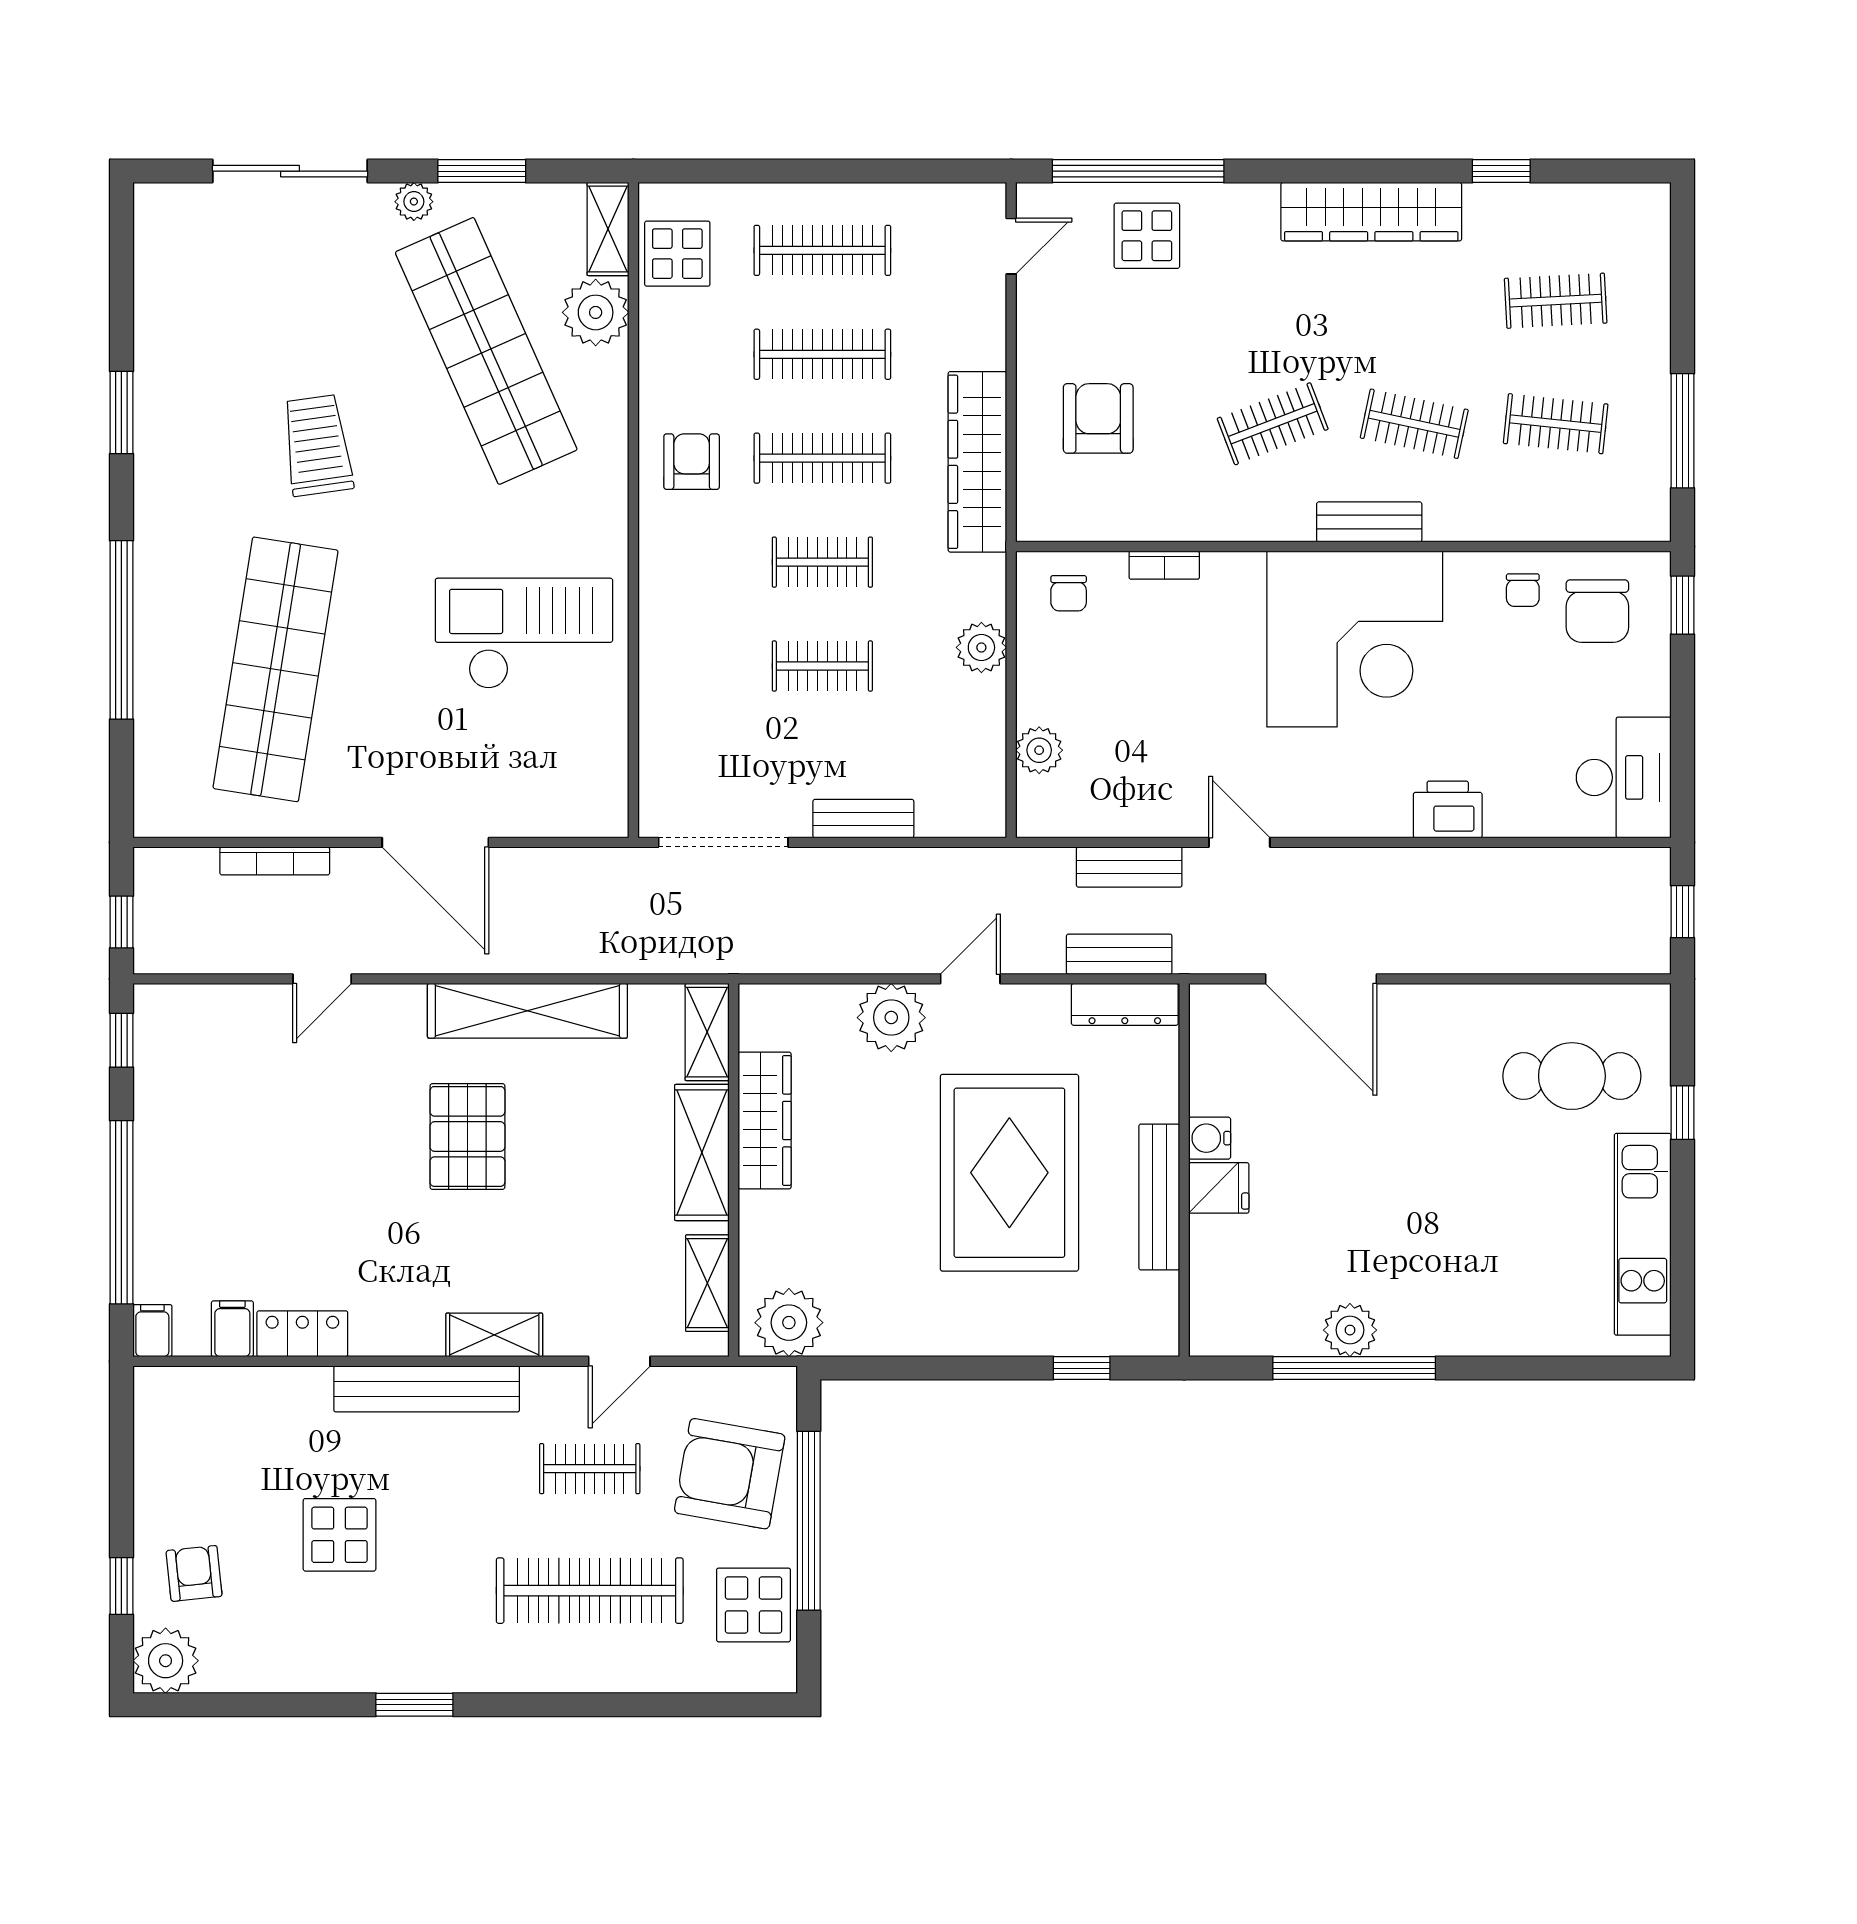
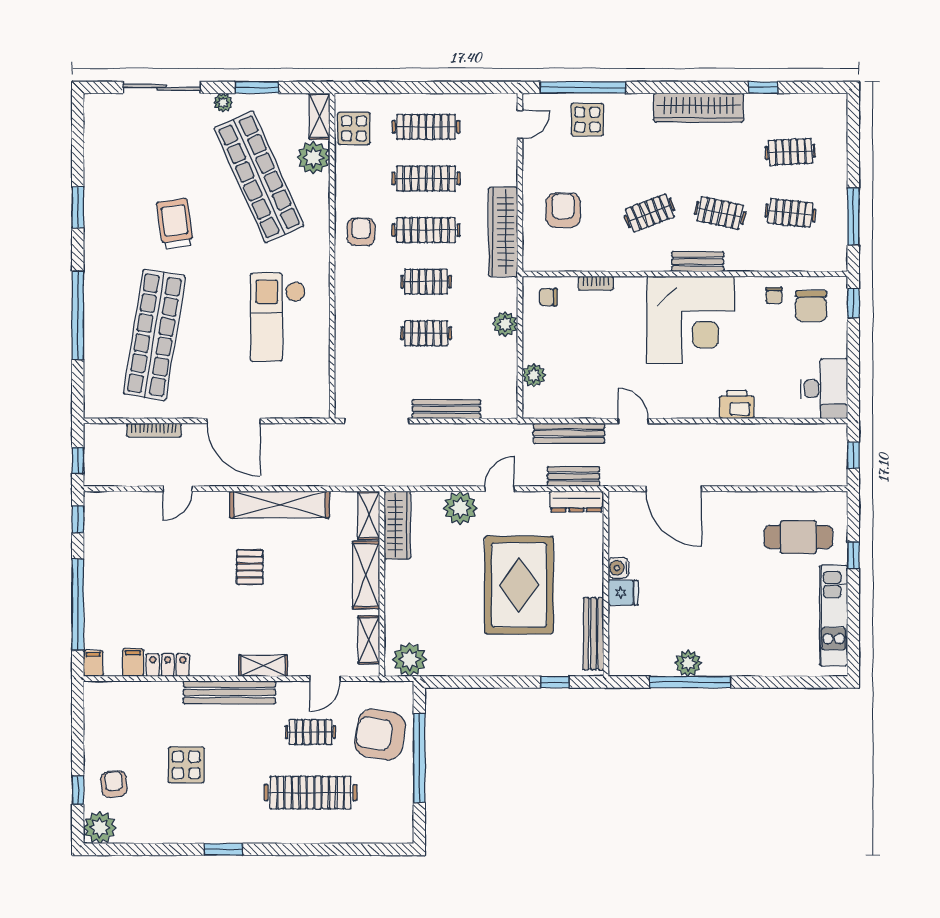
chair: (1069, 593) -> (548, 297), turned 90
checkout: (524, 634) -> (278, 317), turned -90
bench: (863, 819) -> (446, 409), width x1.36
bench: (1129, 867) -> (569, 433), width x1.36
wardrobe: (765, 1120) -> (397, 525), moved
pallet: (467, 1136) -> (250, 567), width x0.67, depth x0.71
bench: (1159, 1197) -> (593, 634), moved
display table: (753, 1605) -> (392, 800), removed

